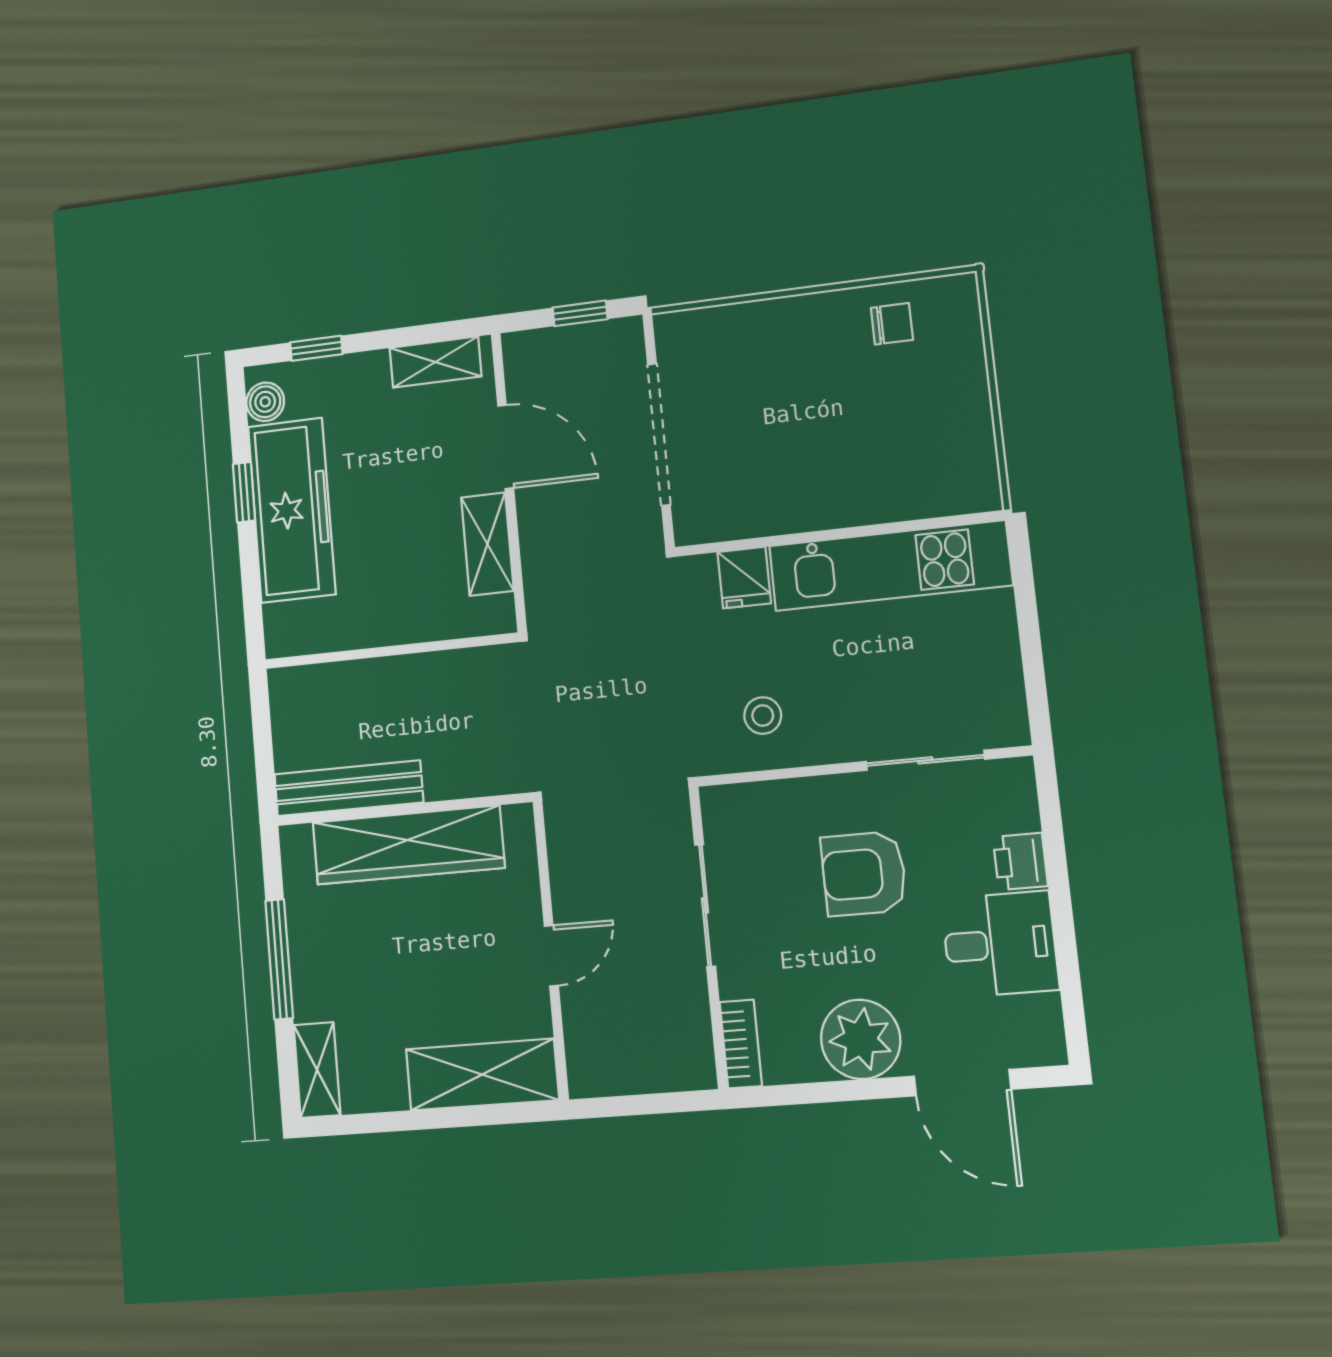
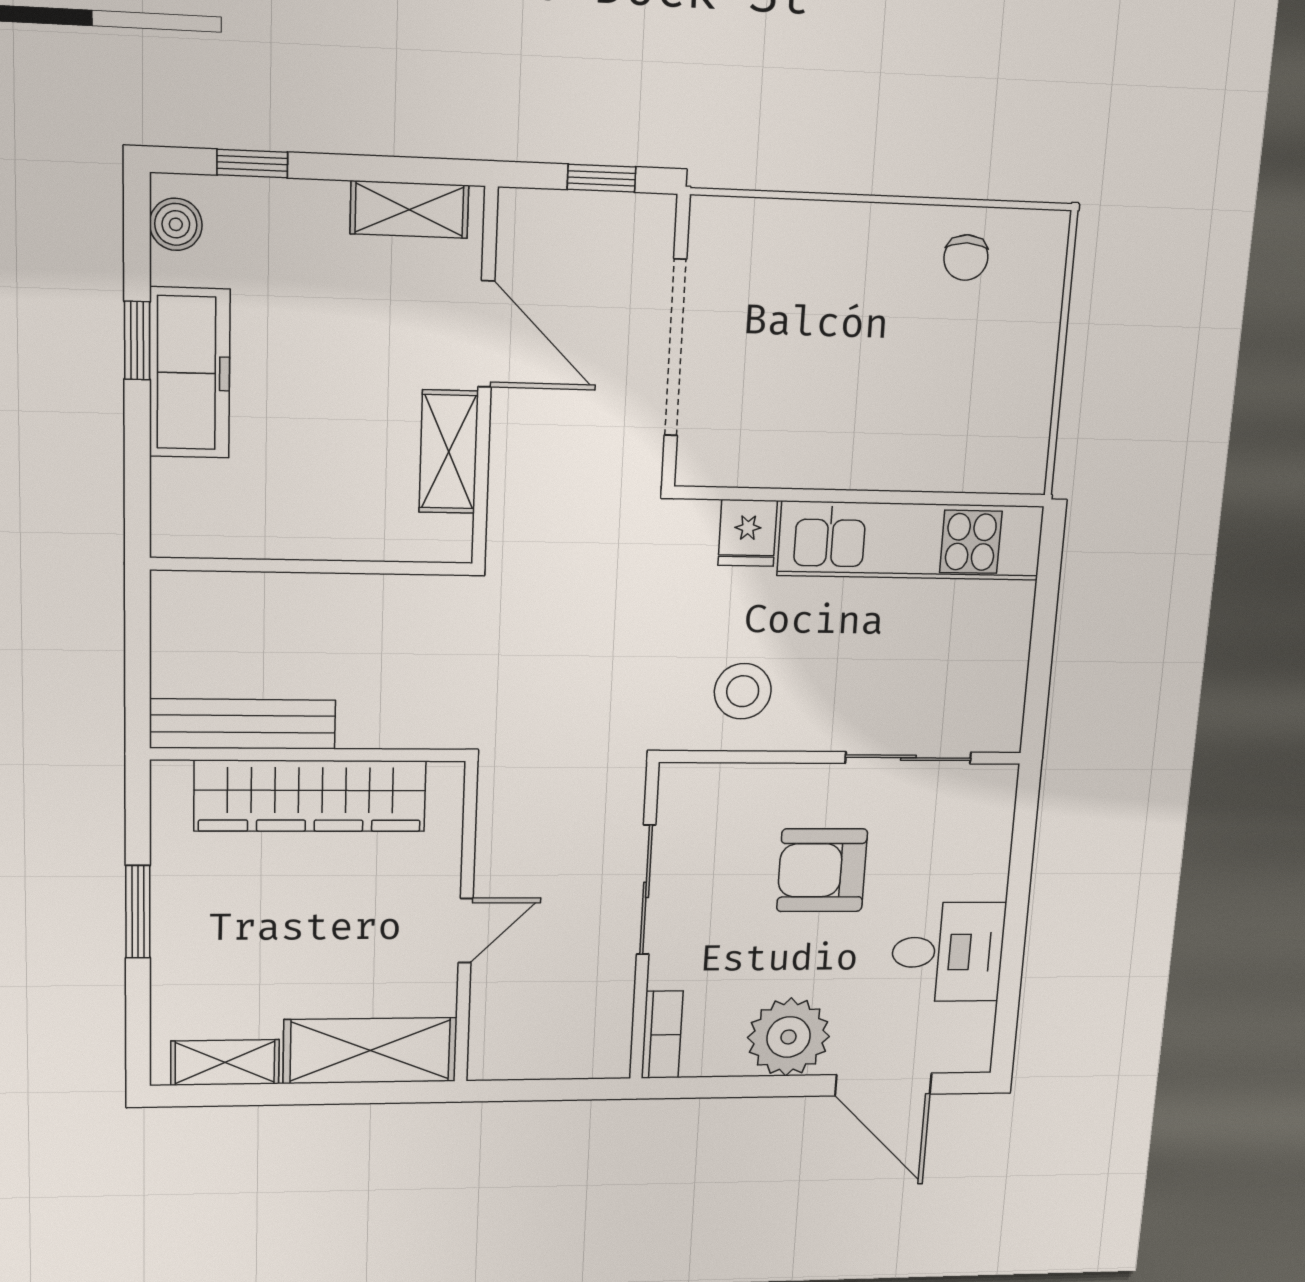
chair: (892, 324) -> (966, 258), turned 90
freezer: (292, 510) -> (190, 373), width x0.73, depth x0.79
stool: (763, 716) -> (743, 691), width x1.37, depth x1.37
printer: (1020, 862) -> (985, 871), removed
window: (279, 959) -> (138, 912), width x0.69
shelving: (317, 1070) -> (225, 1062), moved, turned 90

